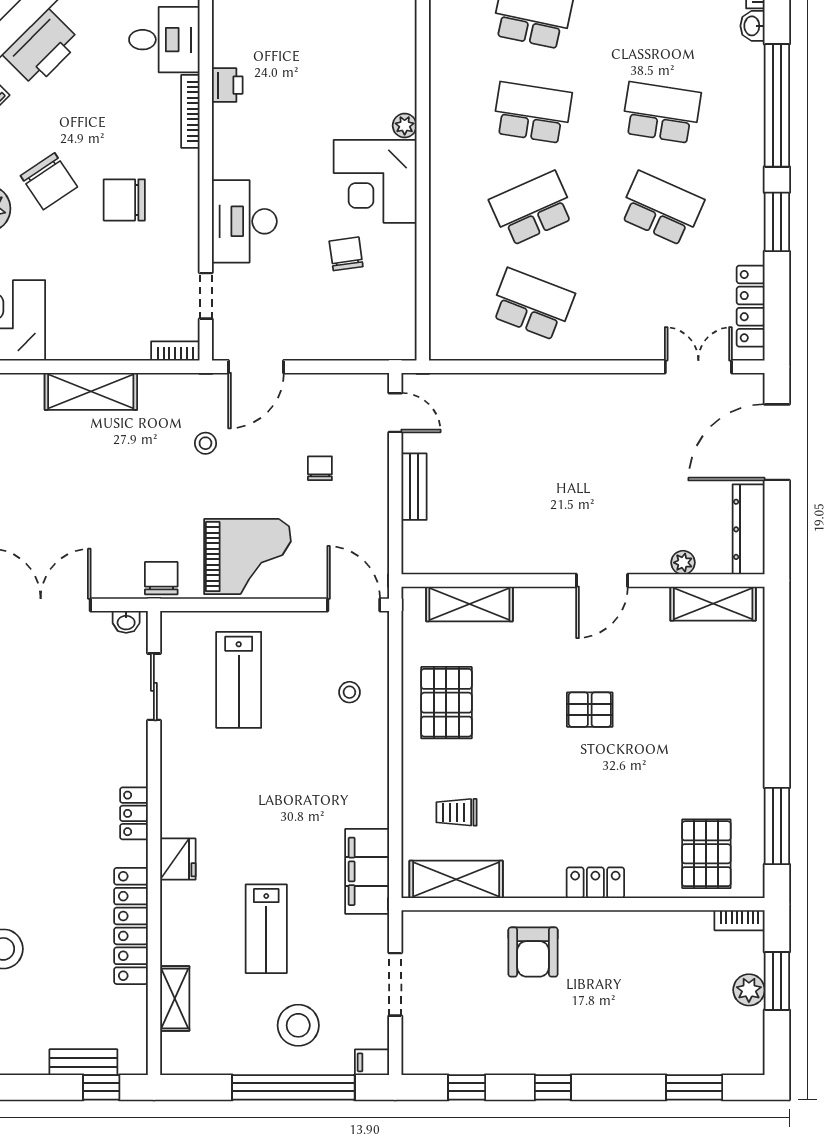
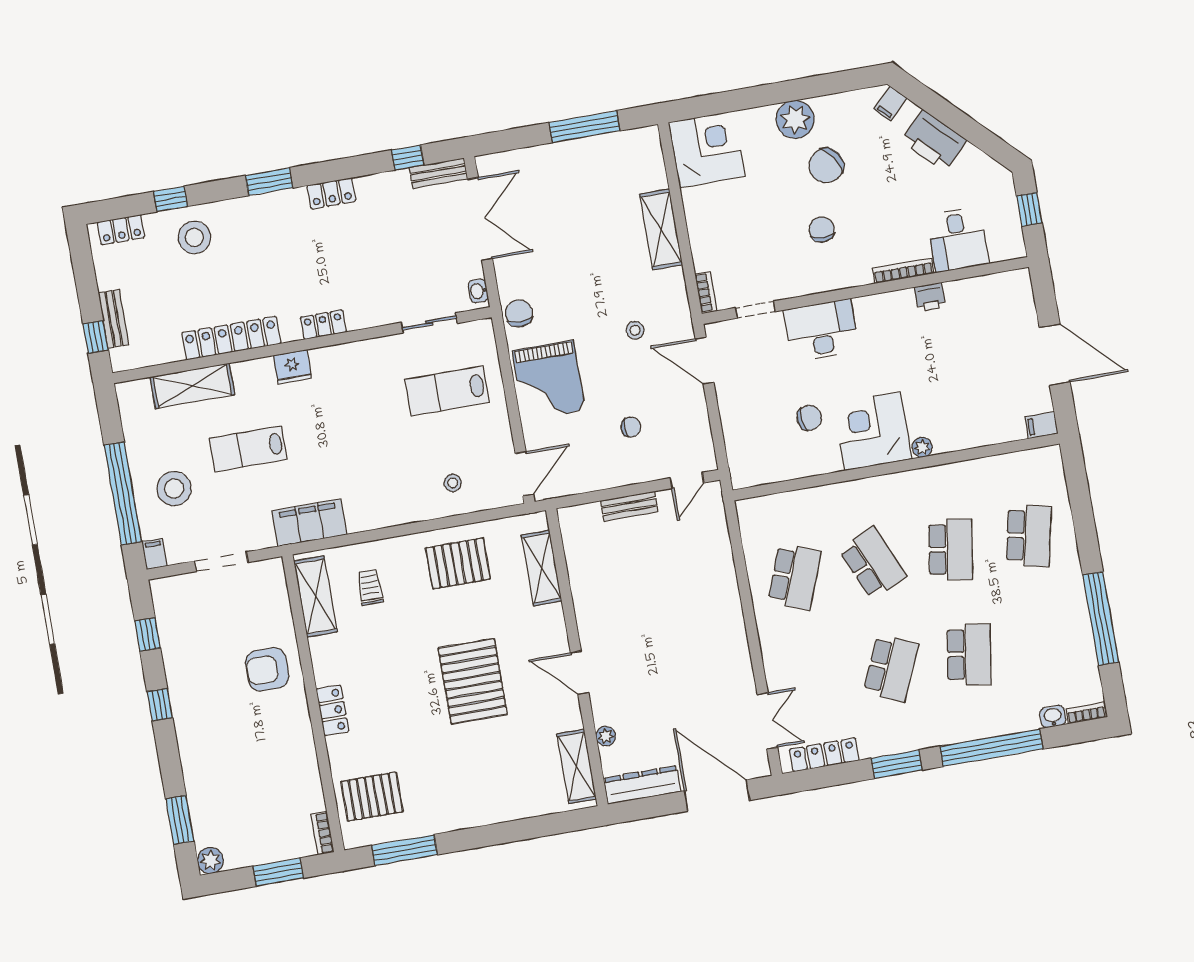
chair: (124, 200) -> (822, 230), width x0.73, depth x0.73
chair: (161, 578) -> (519, 313), turned -90
pallet: (590, 710) -> (473, 681), width x2.05, depth x2.00
plant: (749, 990) -> (210, 861), moved
shelving: (175, 999) -> (192, 386), width x1.50, depth x1.33

